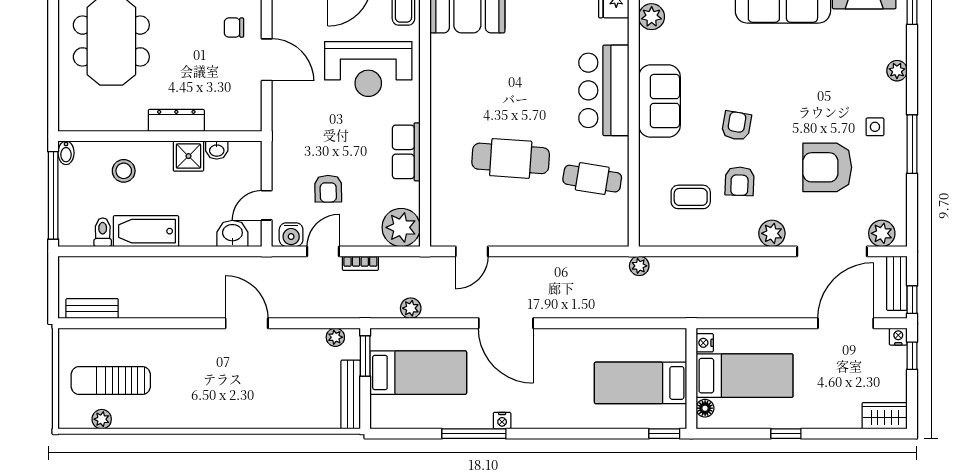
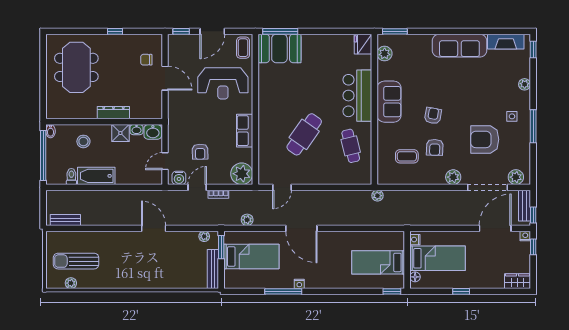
cafe table: (511, 158) -> (304, 134), turned -59
cafe table: (592, 179) -> (351, 146), turned 67
washbasin: (232, 233) -> (153, 132), moved, turned 180

